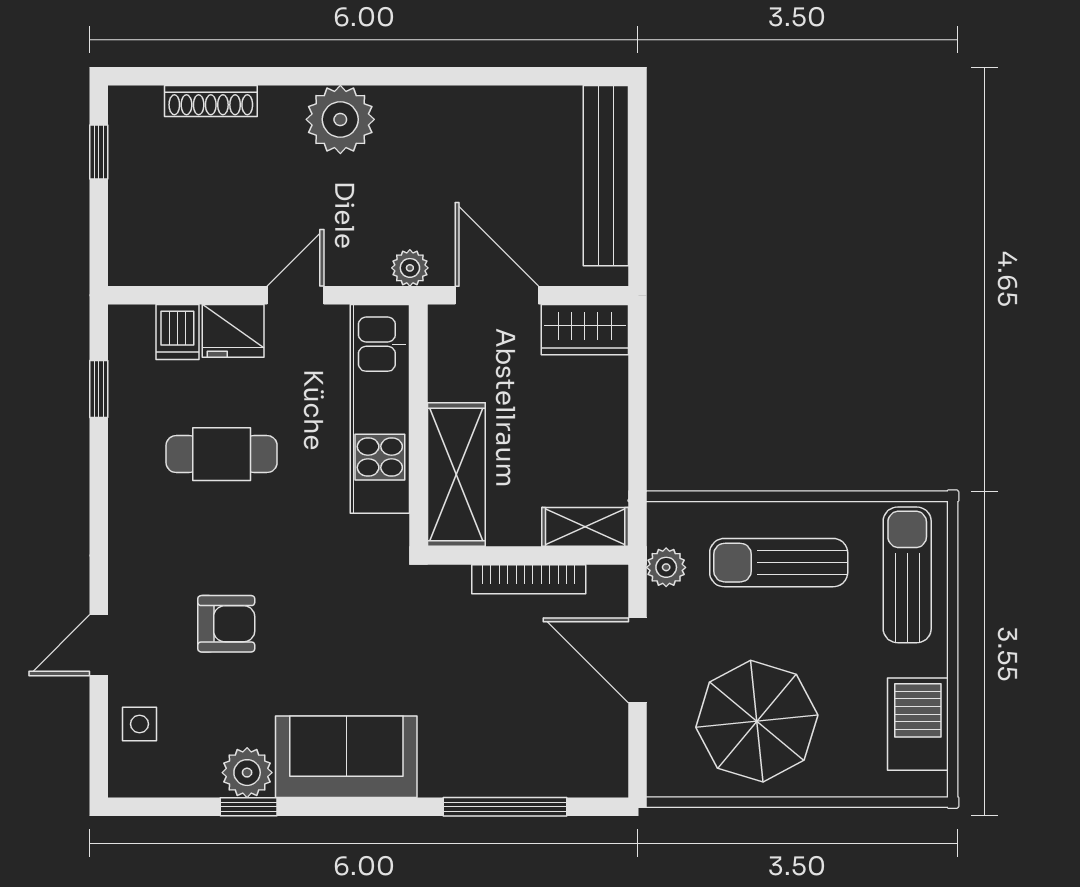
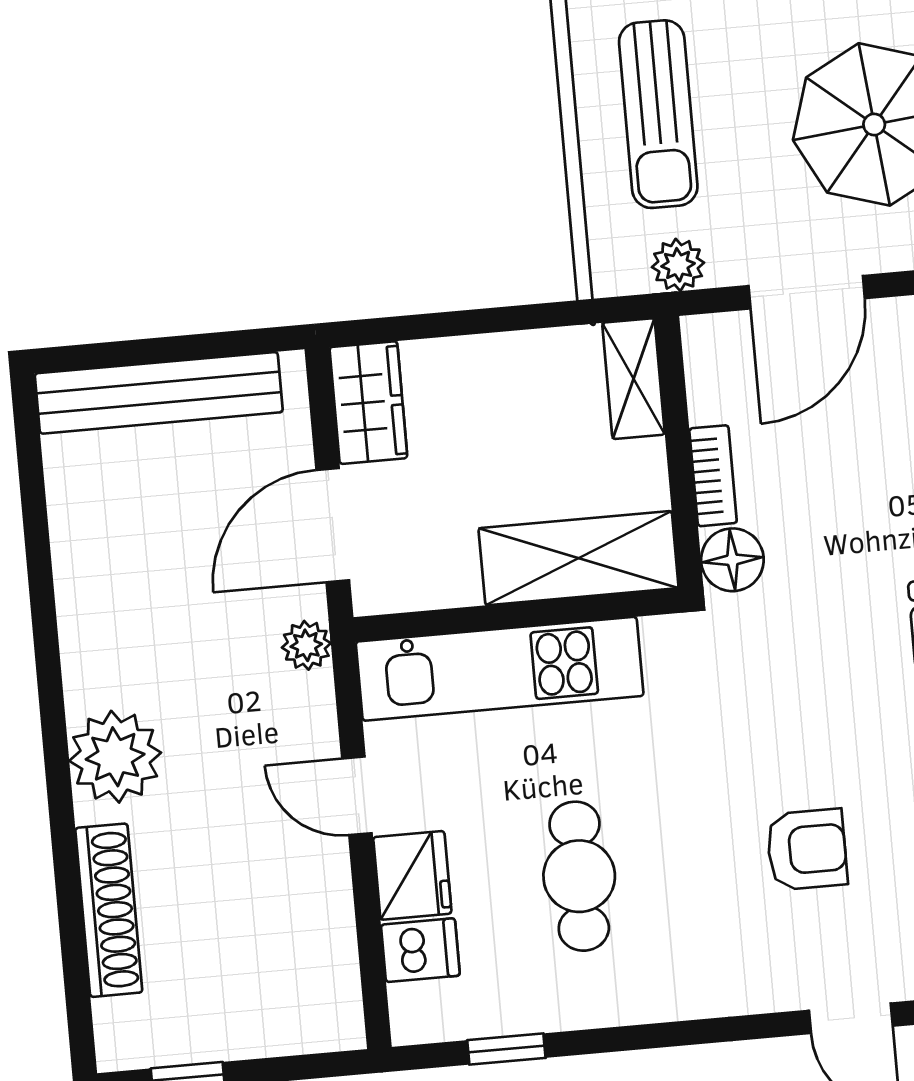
shoe rack: (211, 101) -> (109, 910), width x1.36, depth x1.24
bookcase: (529, 579) -> (713, 476), width x0.64
floor lamp: (445, 588) -> (732, 560), added
armchair: (226, 624) -> (807, 849), turned 90

